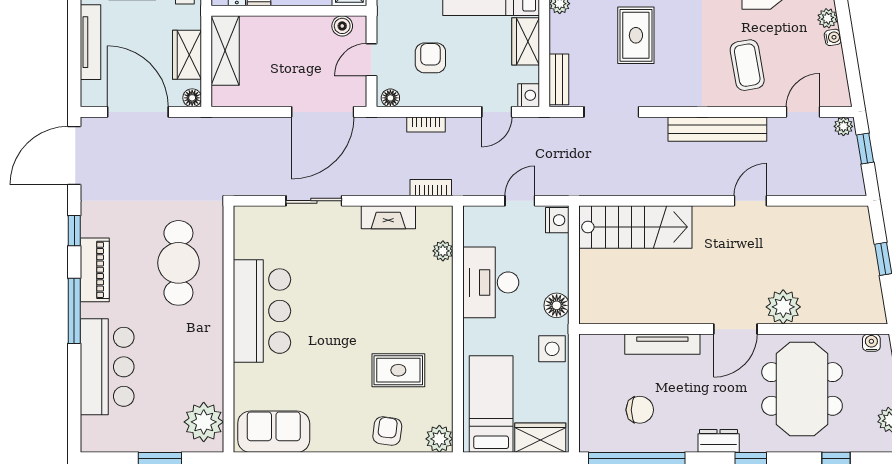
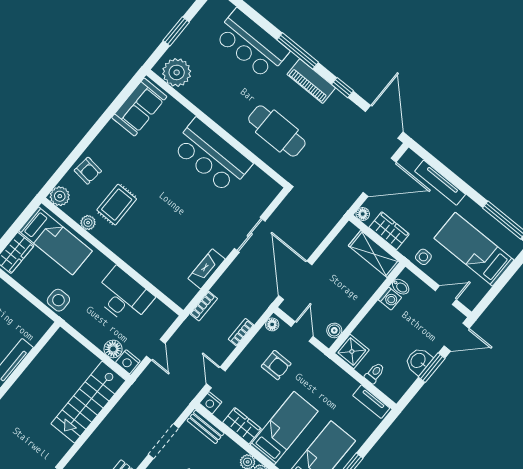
plant: (443, 251) -> (88, 223), moved
floor lamp: (557, 305) -> (113, 349), moved

